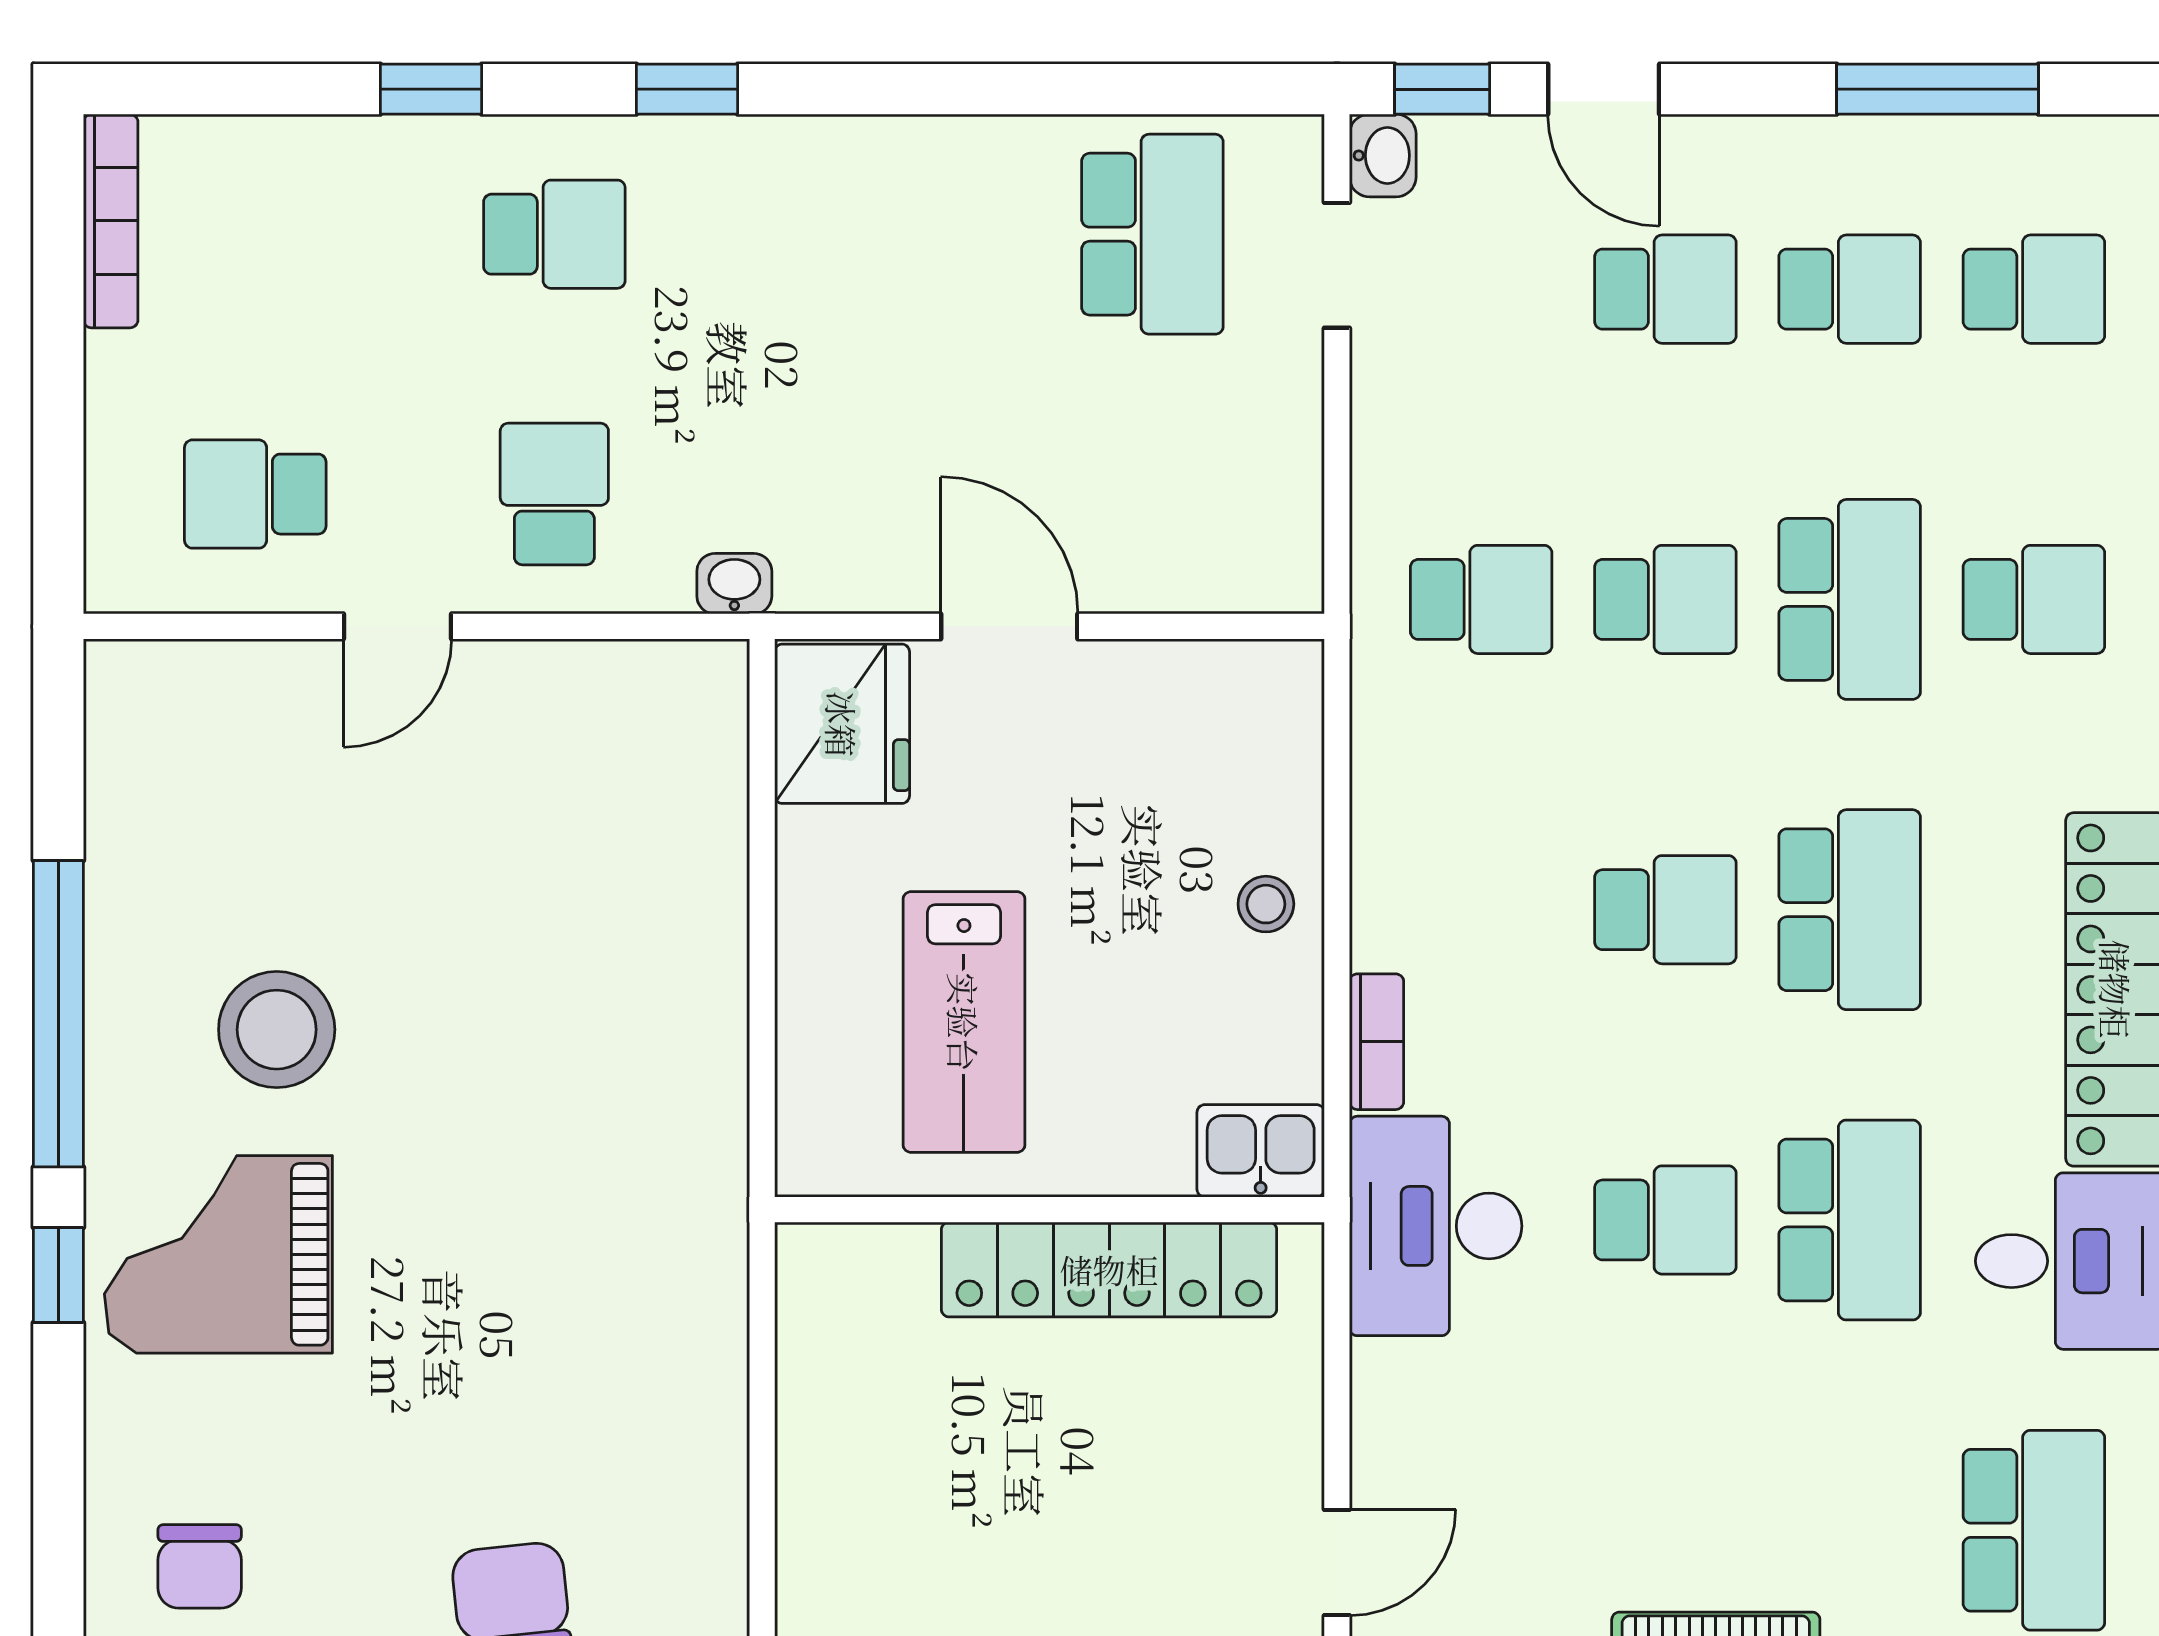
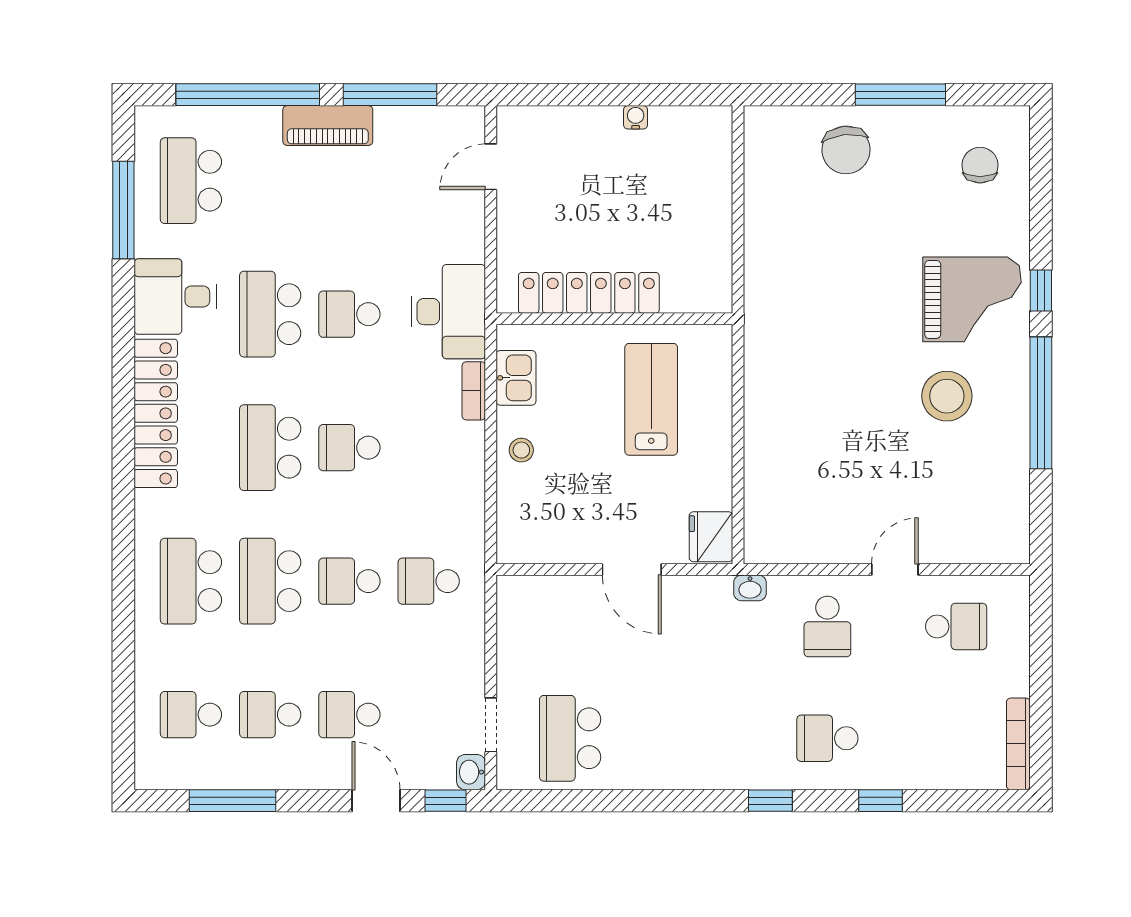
school desk: (2034, 599) -> (191, 581), width x1.85
fridge: (842, 724) -> (711, 537), width x0.73, depth x0.75
kitchen sink: (1261, 1151) -> (516, 378), moved, turned -90

